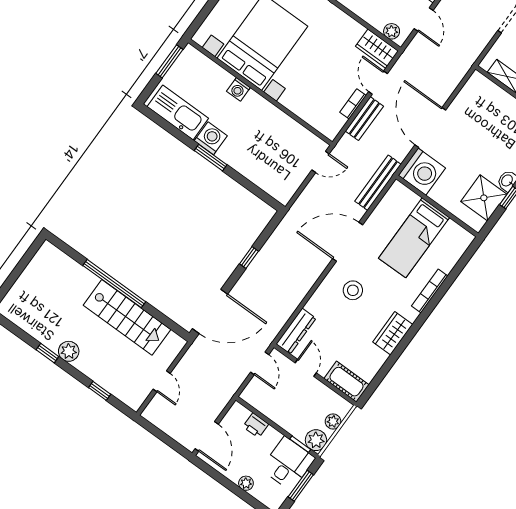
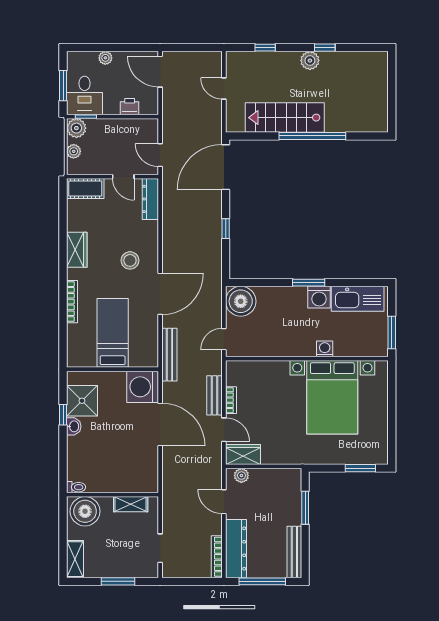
boiler: (282, 184) -> (241, 301), added

